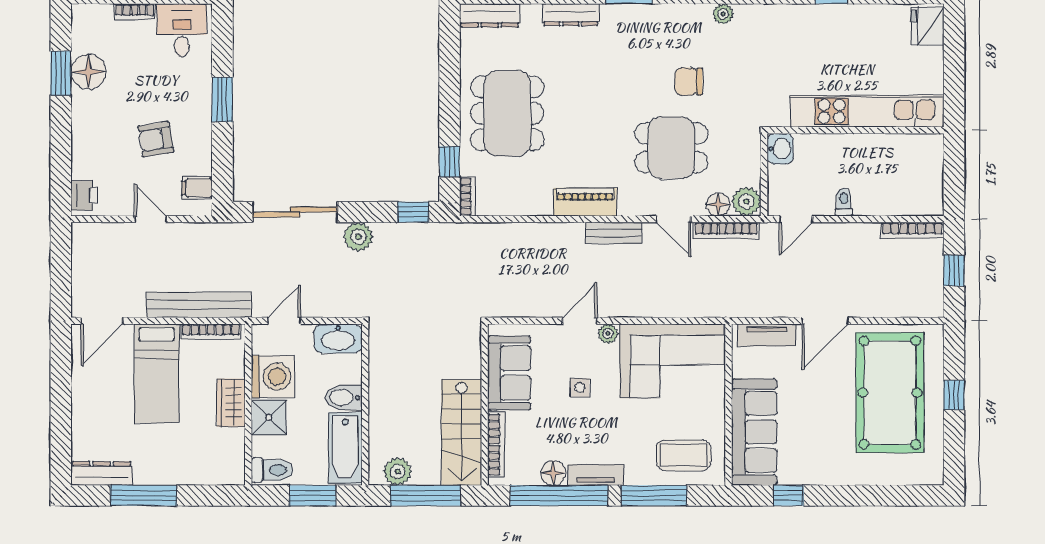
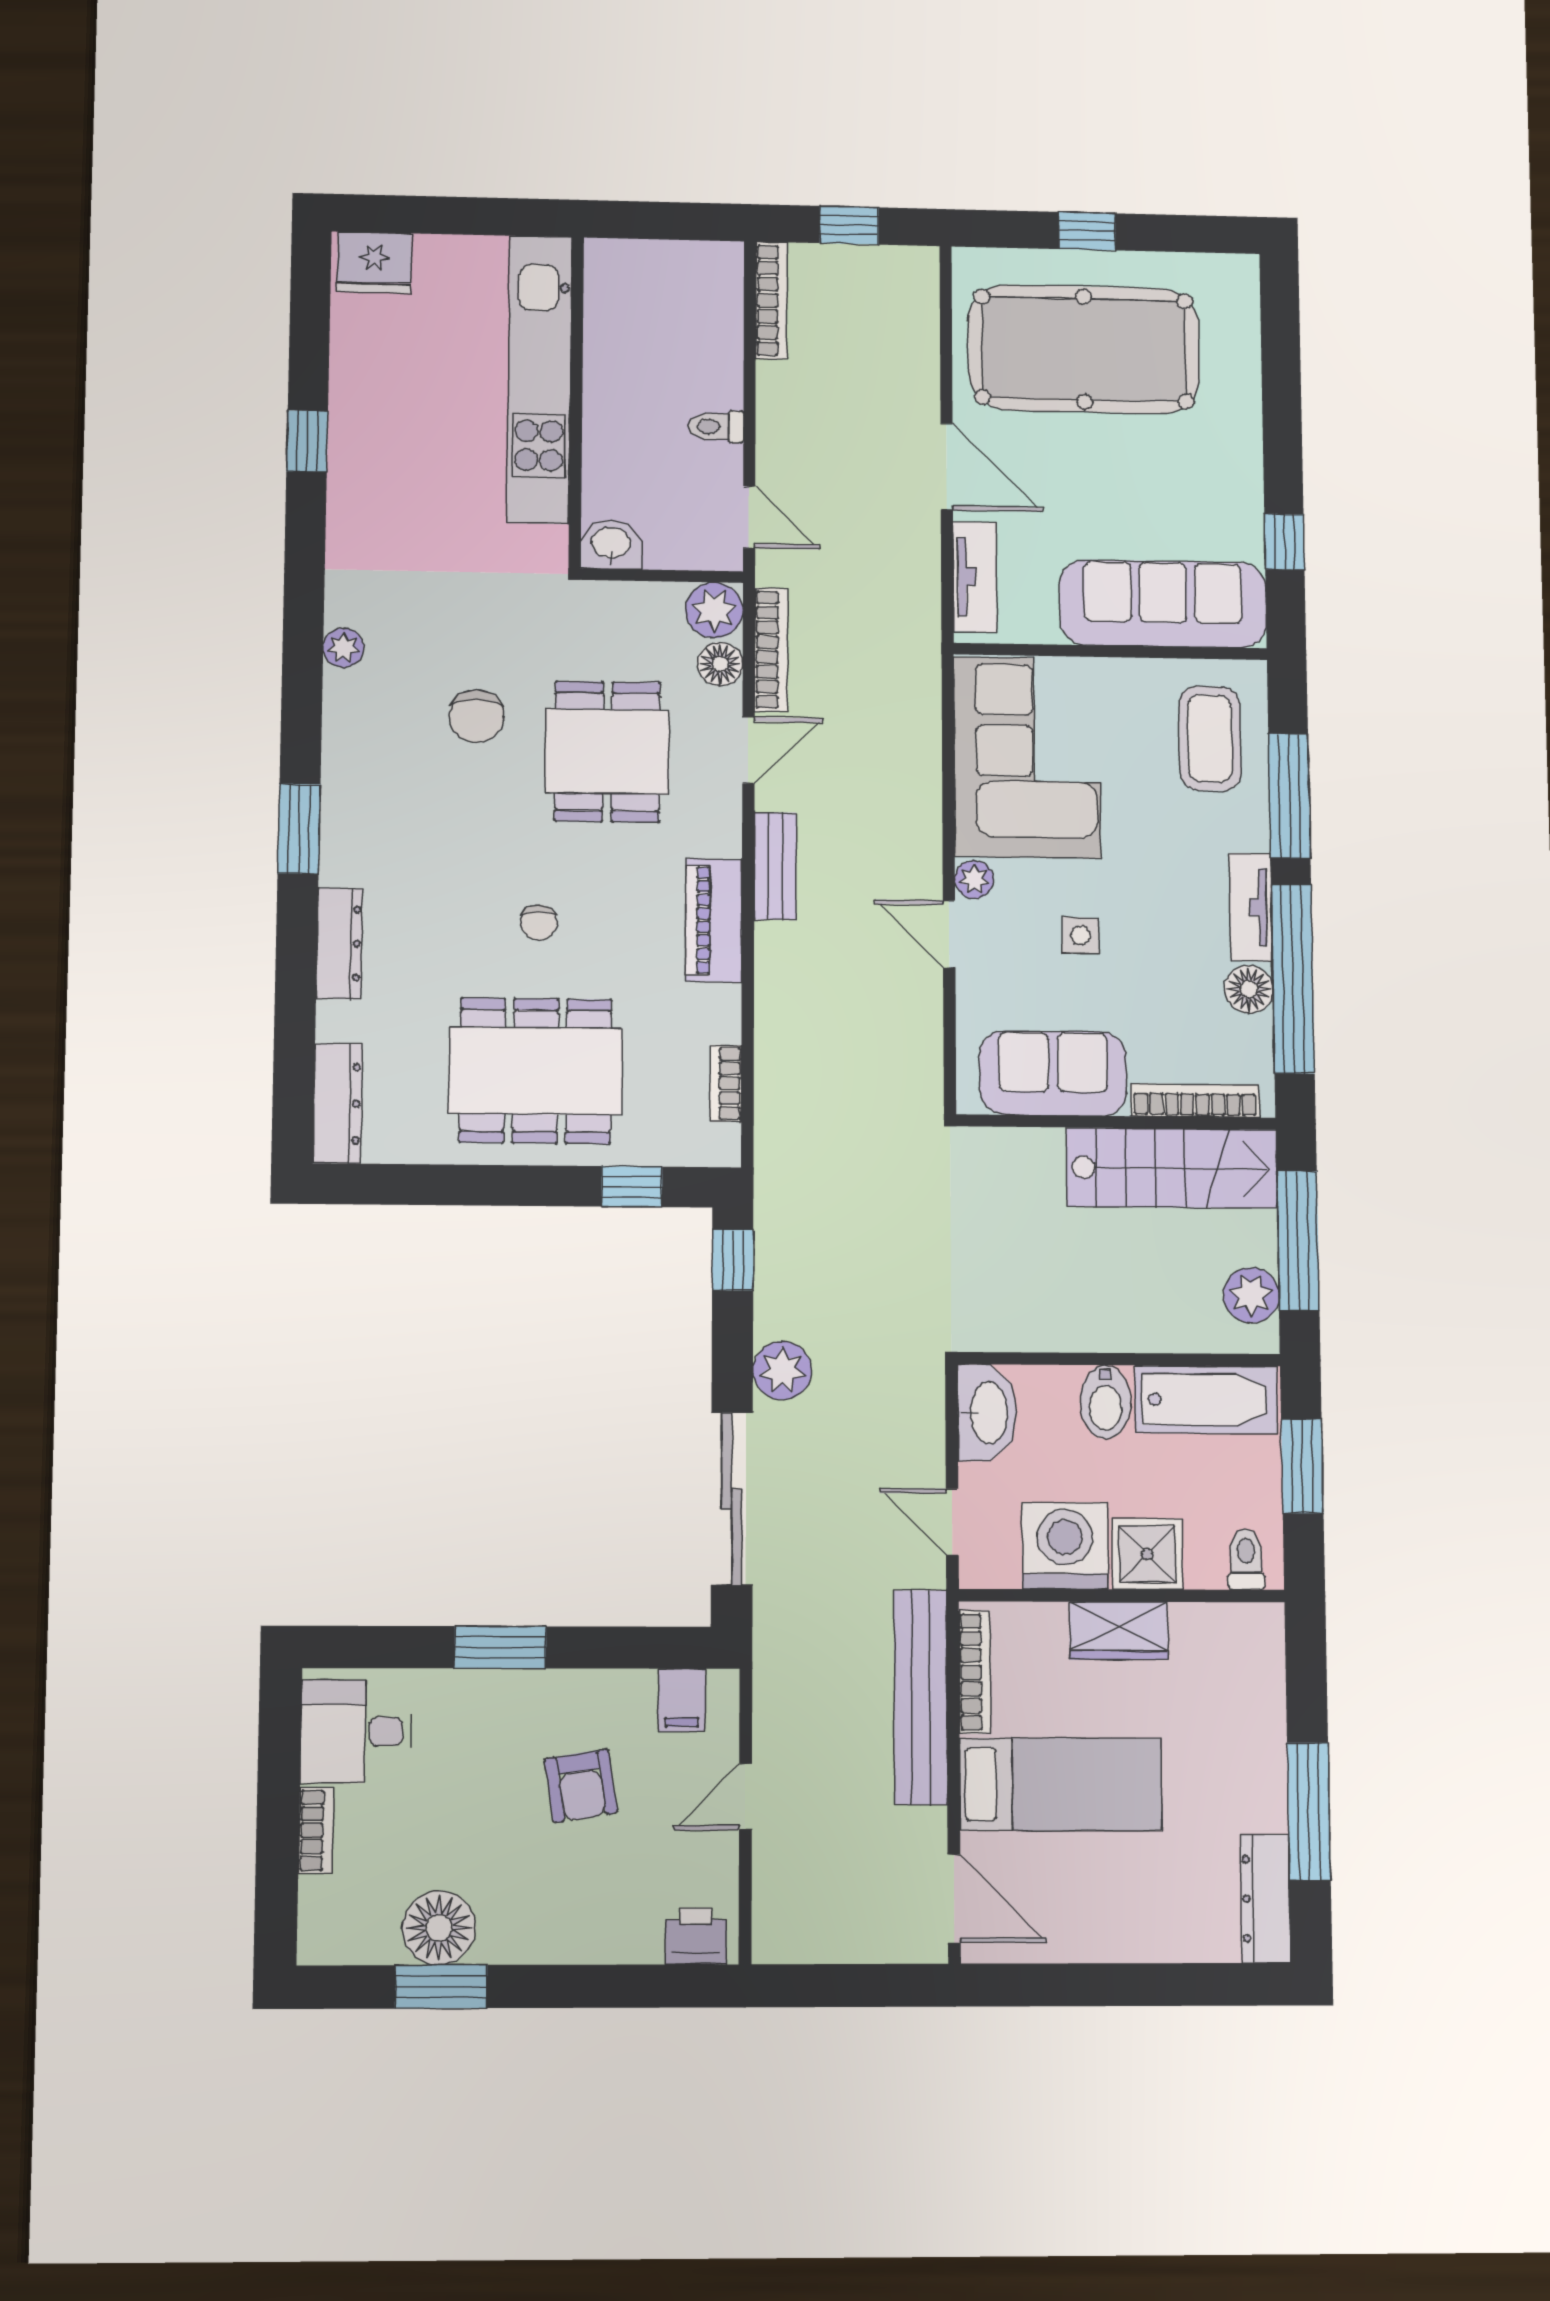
chair: (583, 114) -> (539, 922), added
bookcase: (467, 196) -> (726, 1083), moved, turned -90
toilet: (272, 470) -> (1246, 1559), width x0.73, depth x0.72

